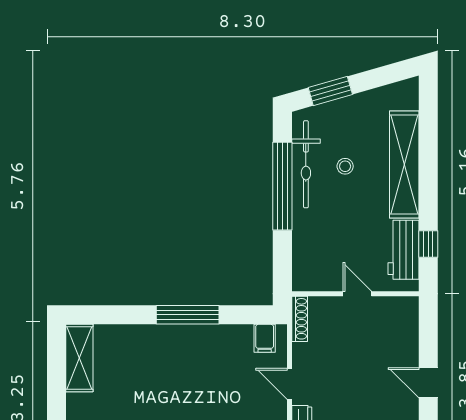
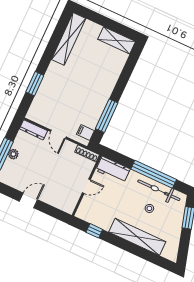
workbench: (404, 250) -> (113, 170), moved, turned 180
window: (188, 315) -> (107, 116), moved
door: (289, 384) -> (58, 134), swing flipped

